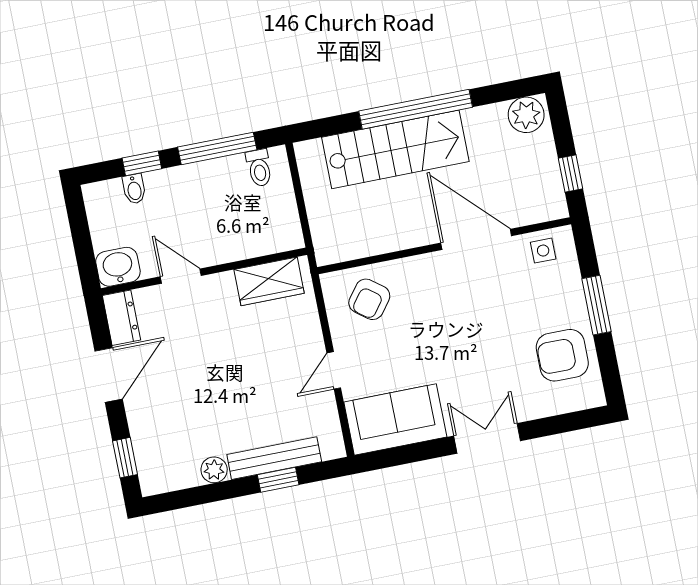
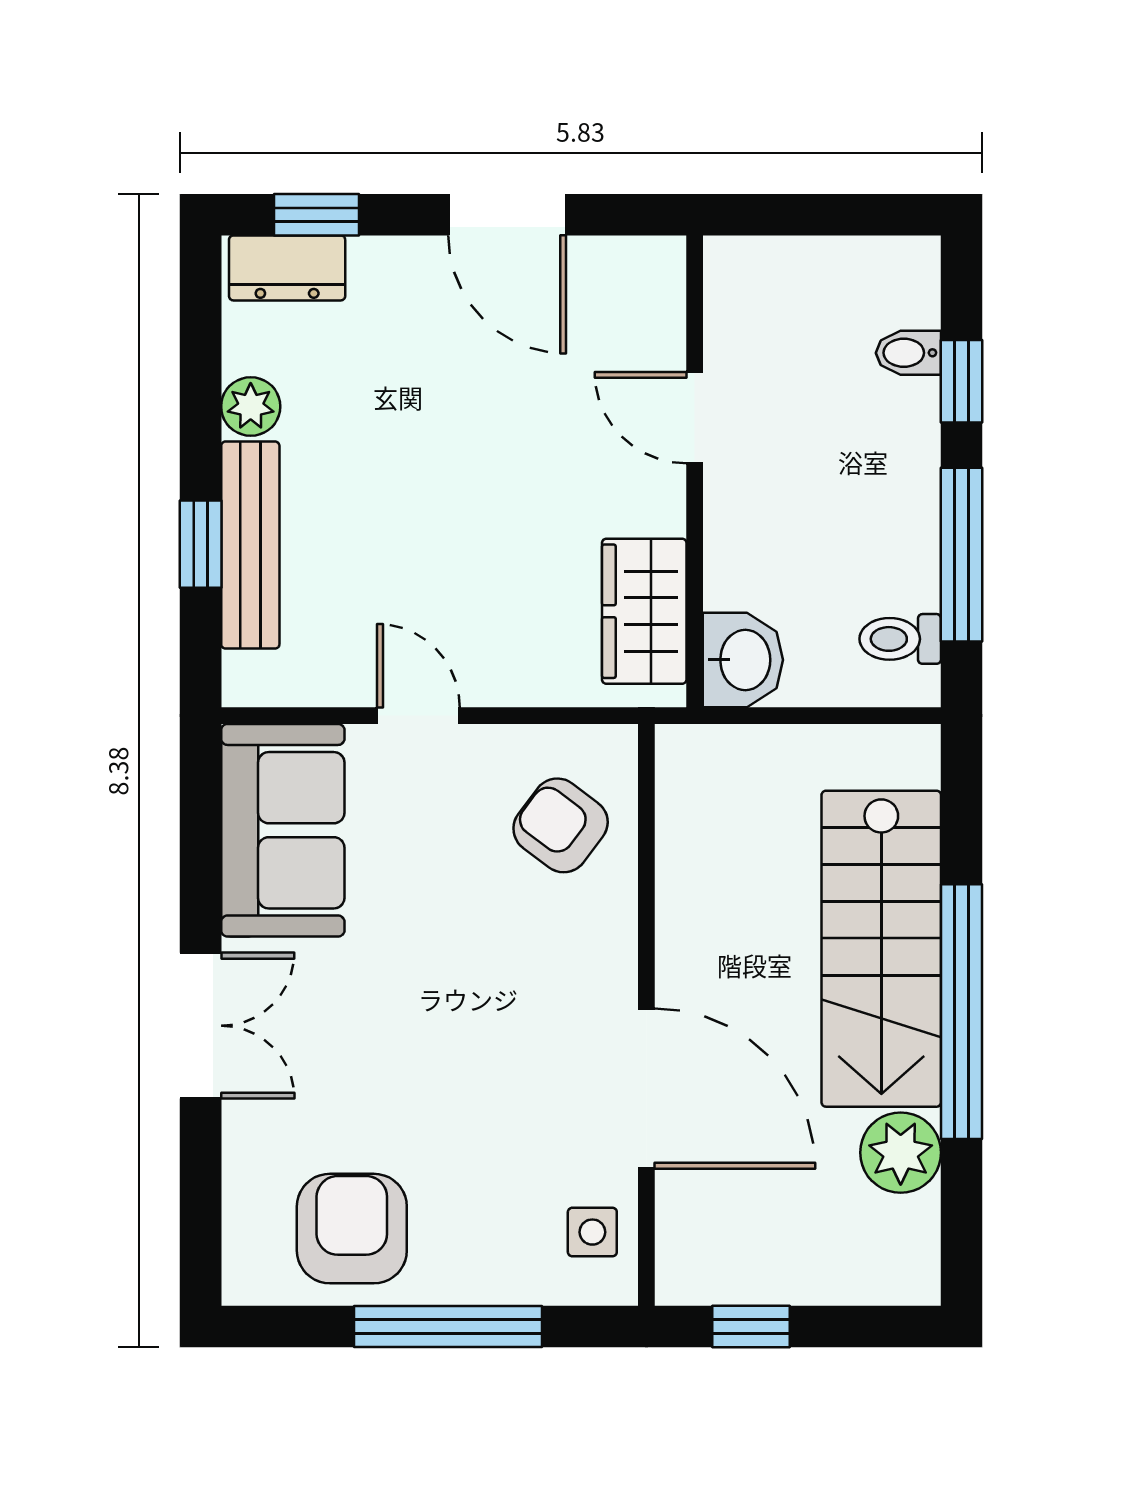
plant: (526, 115) -> (901, 1153), moved
door: (476, 239) -> (646, 1089), hinge flipped
washbasin: (118, 267) -> (743, 660), moved
door: (181, 276) -> (695, 418), swing flipped
window: (597, 305) -> (448, 1326), width x1.44
dresser: (121, 318) -> (287, 268), moved

